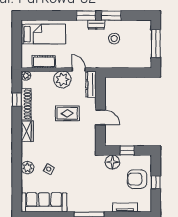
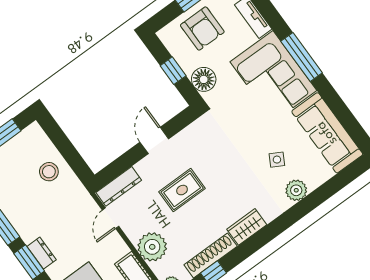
dresser: (96, 25) -> (42, 253), moved
stool: (114, 39) -> (49, 172), moved
plant: (62, 79) -> (152, 247), moved
rug: (67, 113) -> (182, 190), turned 90
corner sofa: (90, 196) -> (273, 76), added

